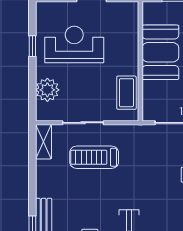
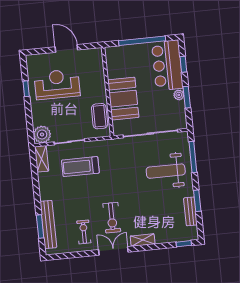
booth: (160, 52) -> (123, 99), moved
plant: (47, 90) -> (42, 134), moved

